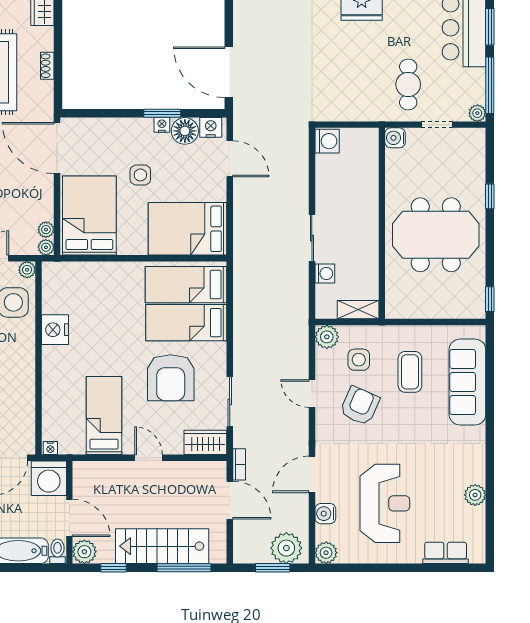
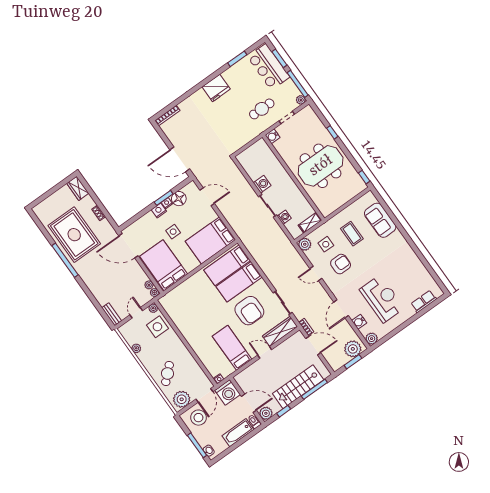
cafe table: (408, 84) -> (262, 109), turned 90
nightstand: (211, 127) -> (159, 211), moved
washing machine: (327, 141) -> (262, 184), moved
nightstand: (55, 330) -> (184, 326), removed
sofa: (467, 382) -> (380, 220), width x0.73
armchair: (360, 406) -> (341, 264), turned 66
wardrobe: (205, 442) -> (280, 331), width x1.50
plant: (475, 495) -> (419, 267), removed

